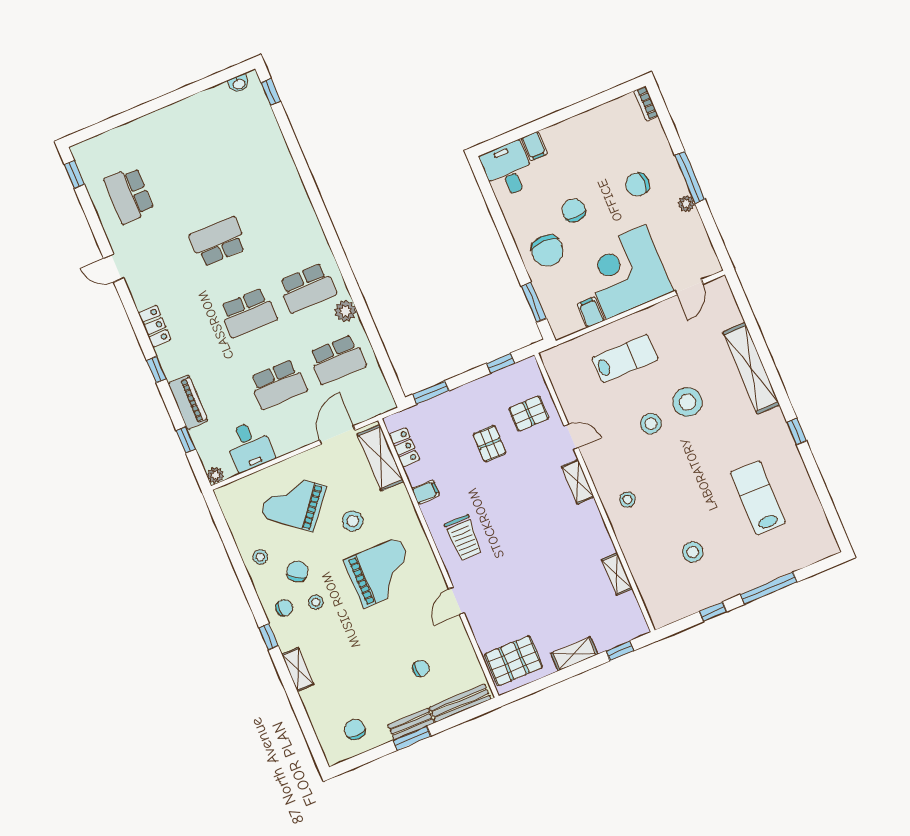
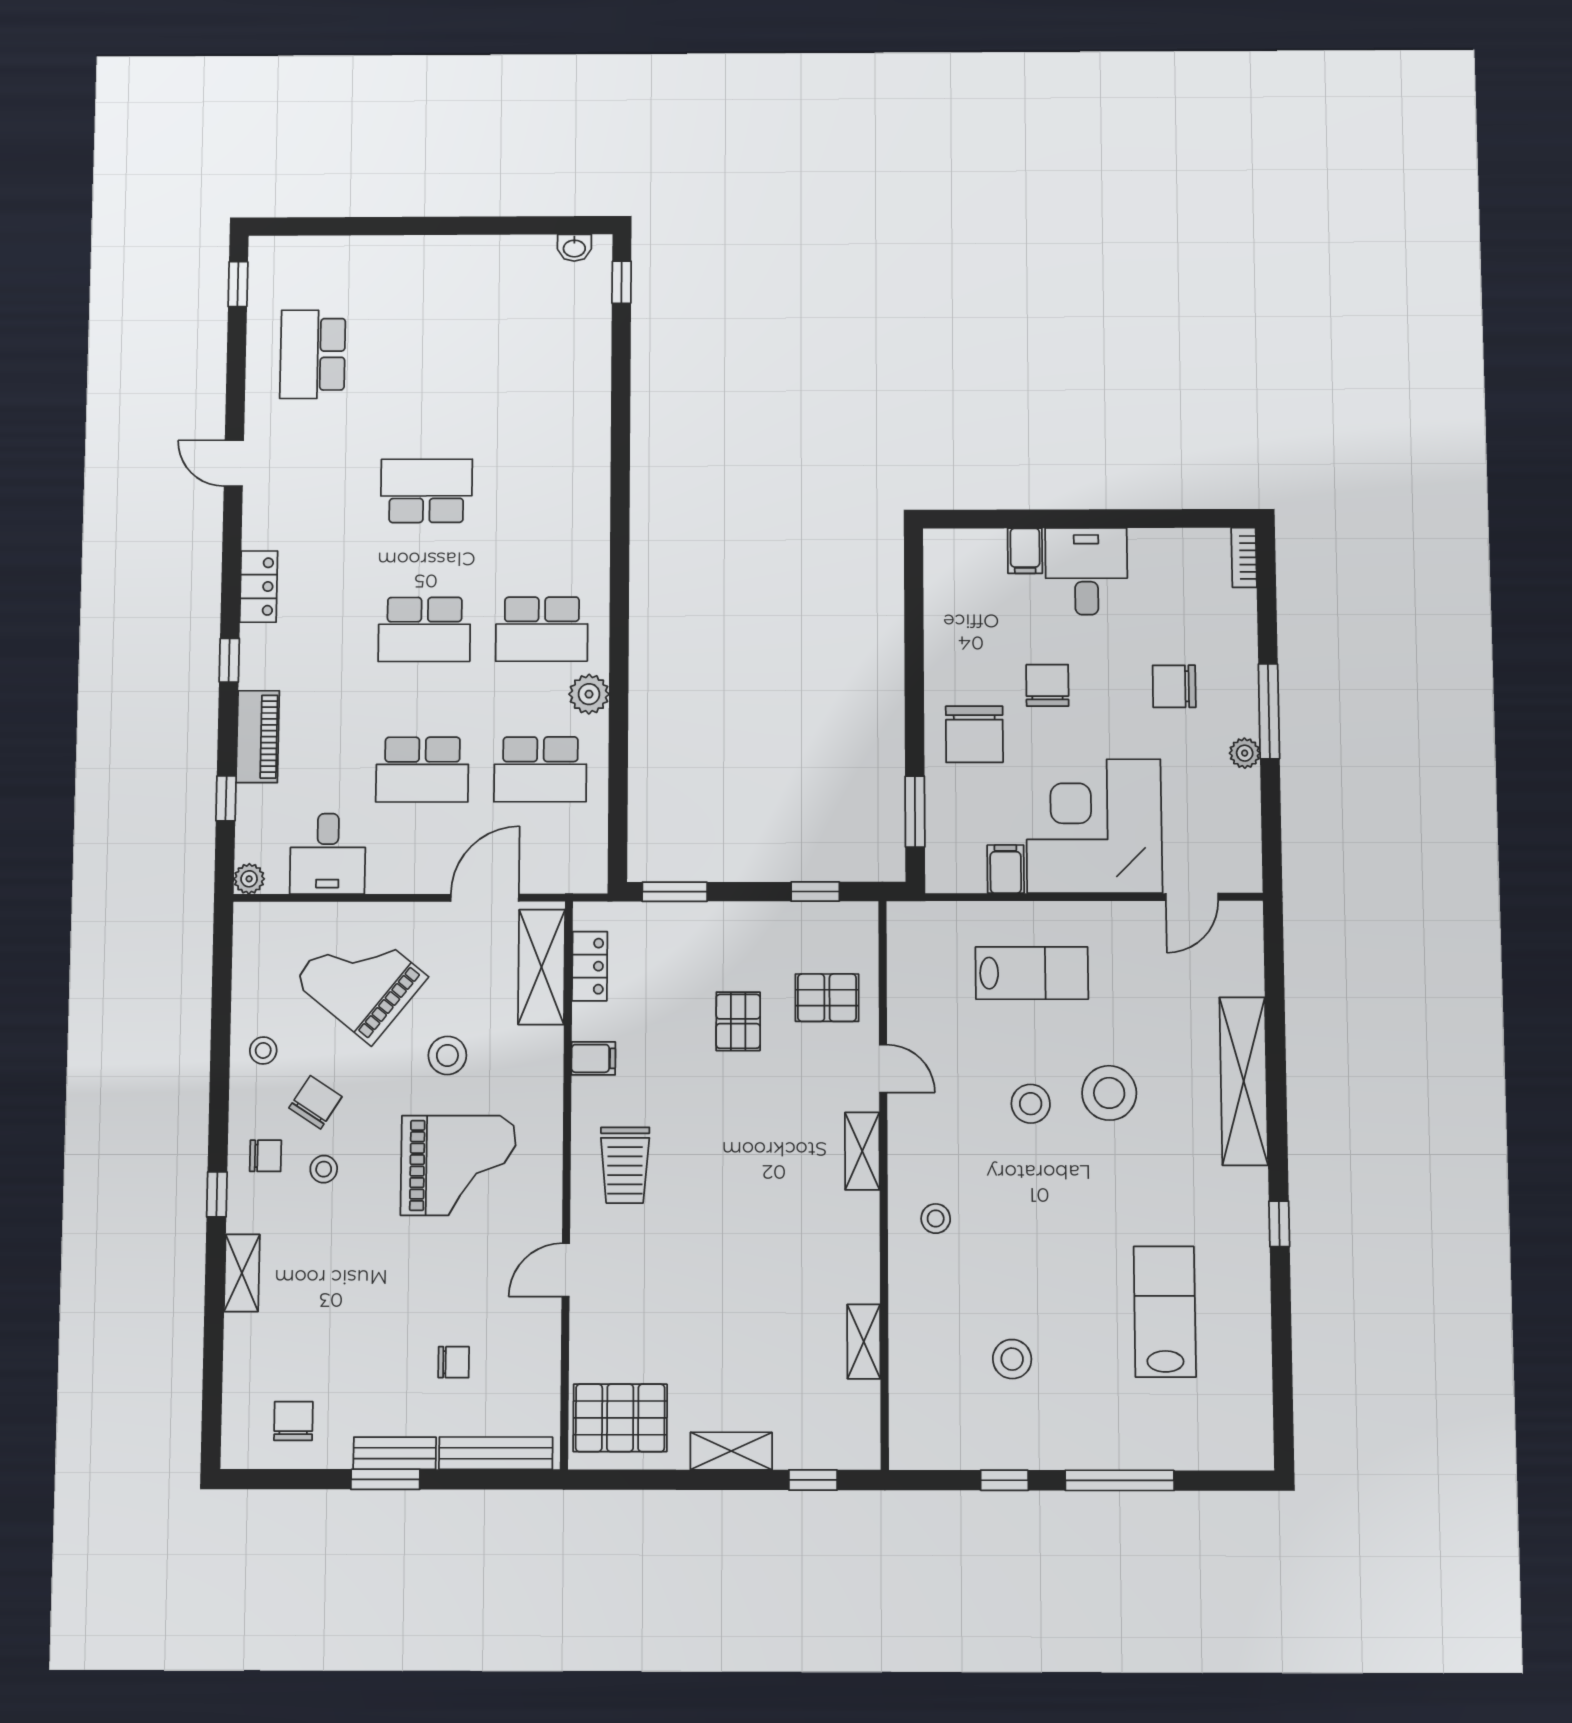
desk: (508, 170) -> (1086, 571), moved

